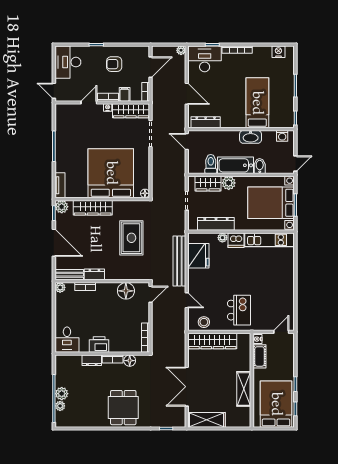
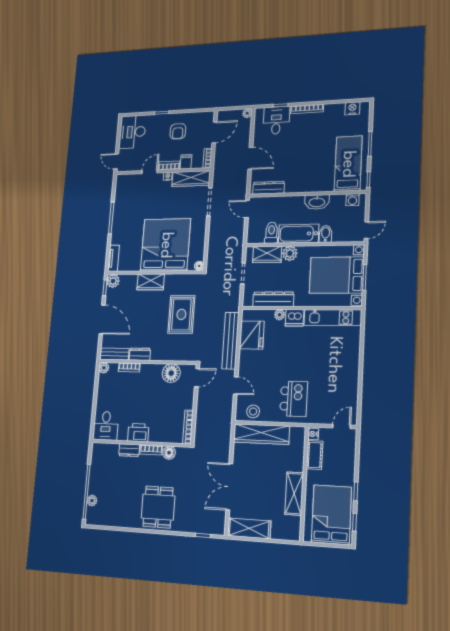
desk: (205, 59) -> (276, 120), width x0.73
armchair: (114, 64) -> (178, 131), turned -90
bed: (257, 103) -> (348, 164), moved
wardrobe: (93, 208) -> (151, 282), width x0.67
plant: (62, 394) -> (95, 487), removed

